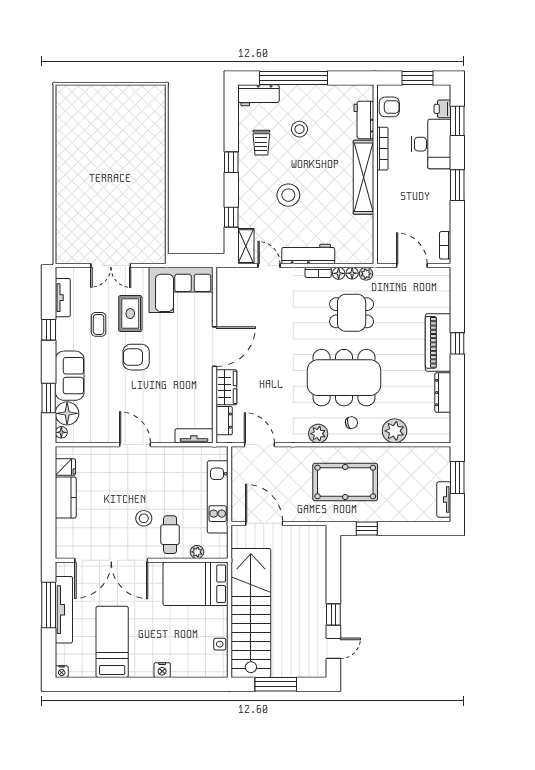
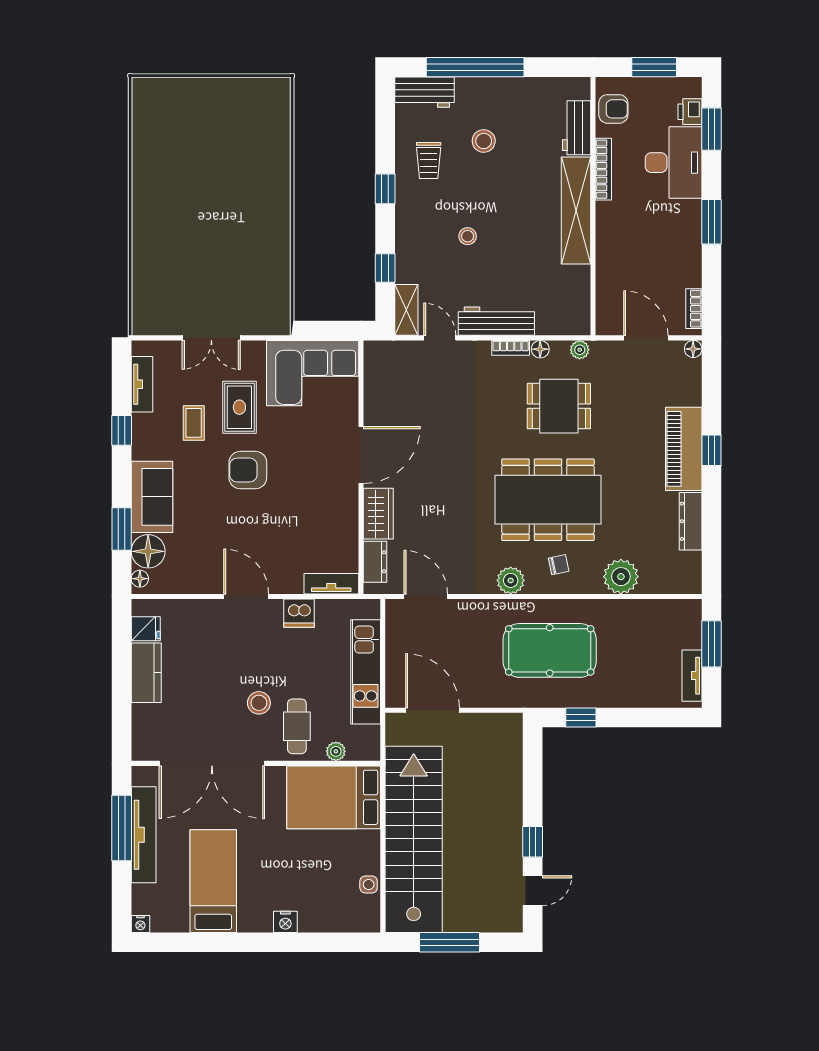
stool: (288, 195) -> (468, 236), width x0.53, depth x0.53
floor lamp: (352, 273) -> (693, 349), moved
dishwasher: (172, 456) -> (299, 613), added

